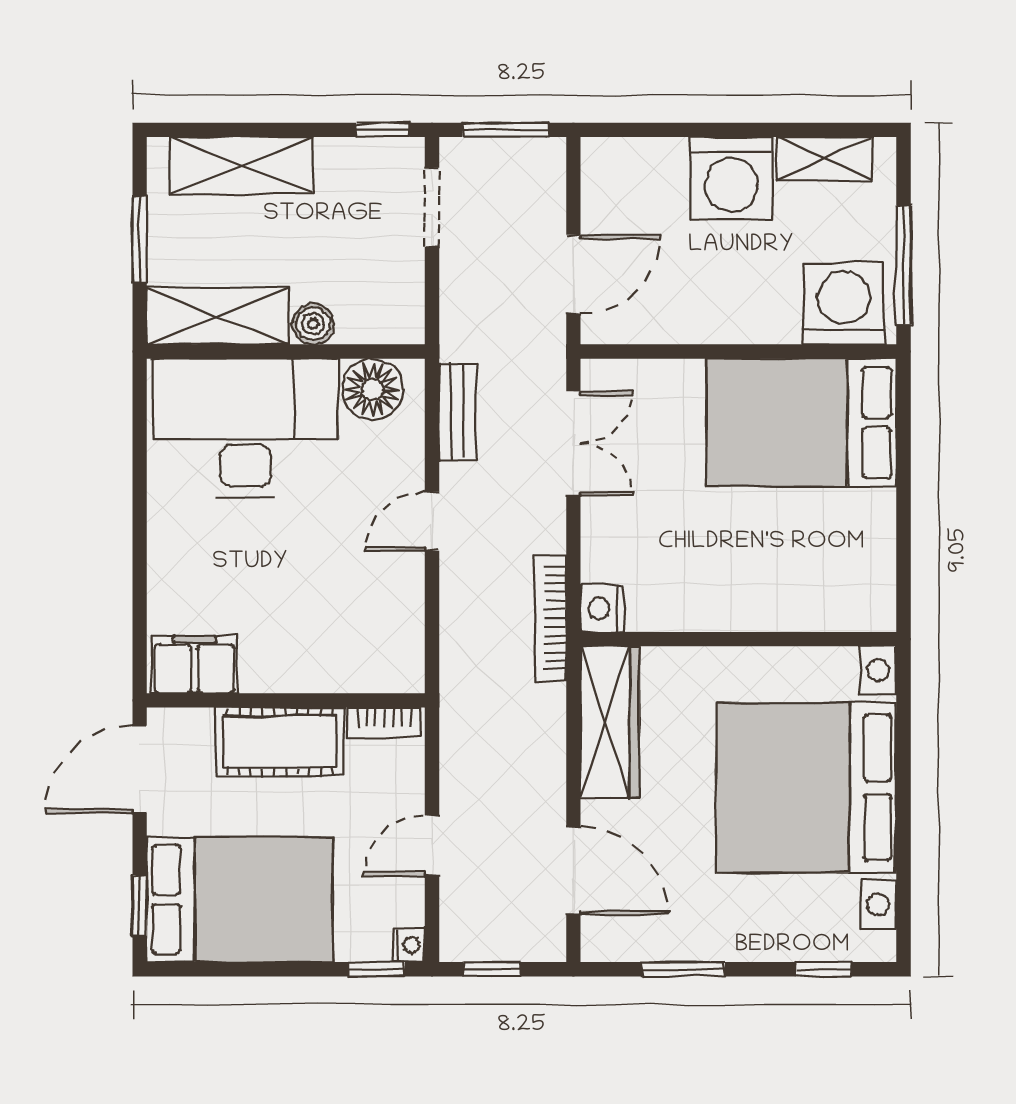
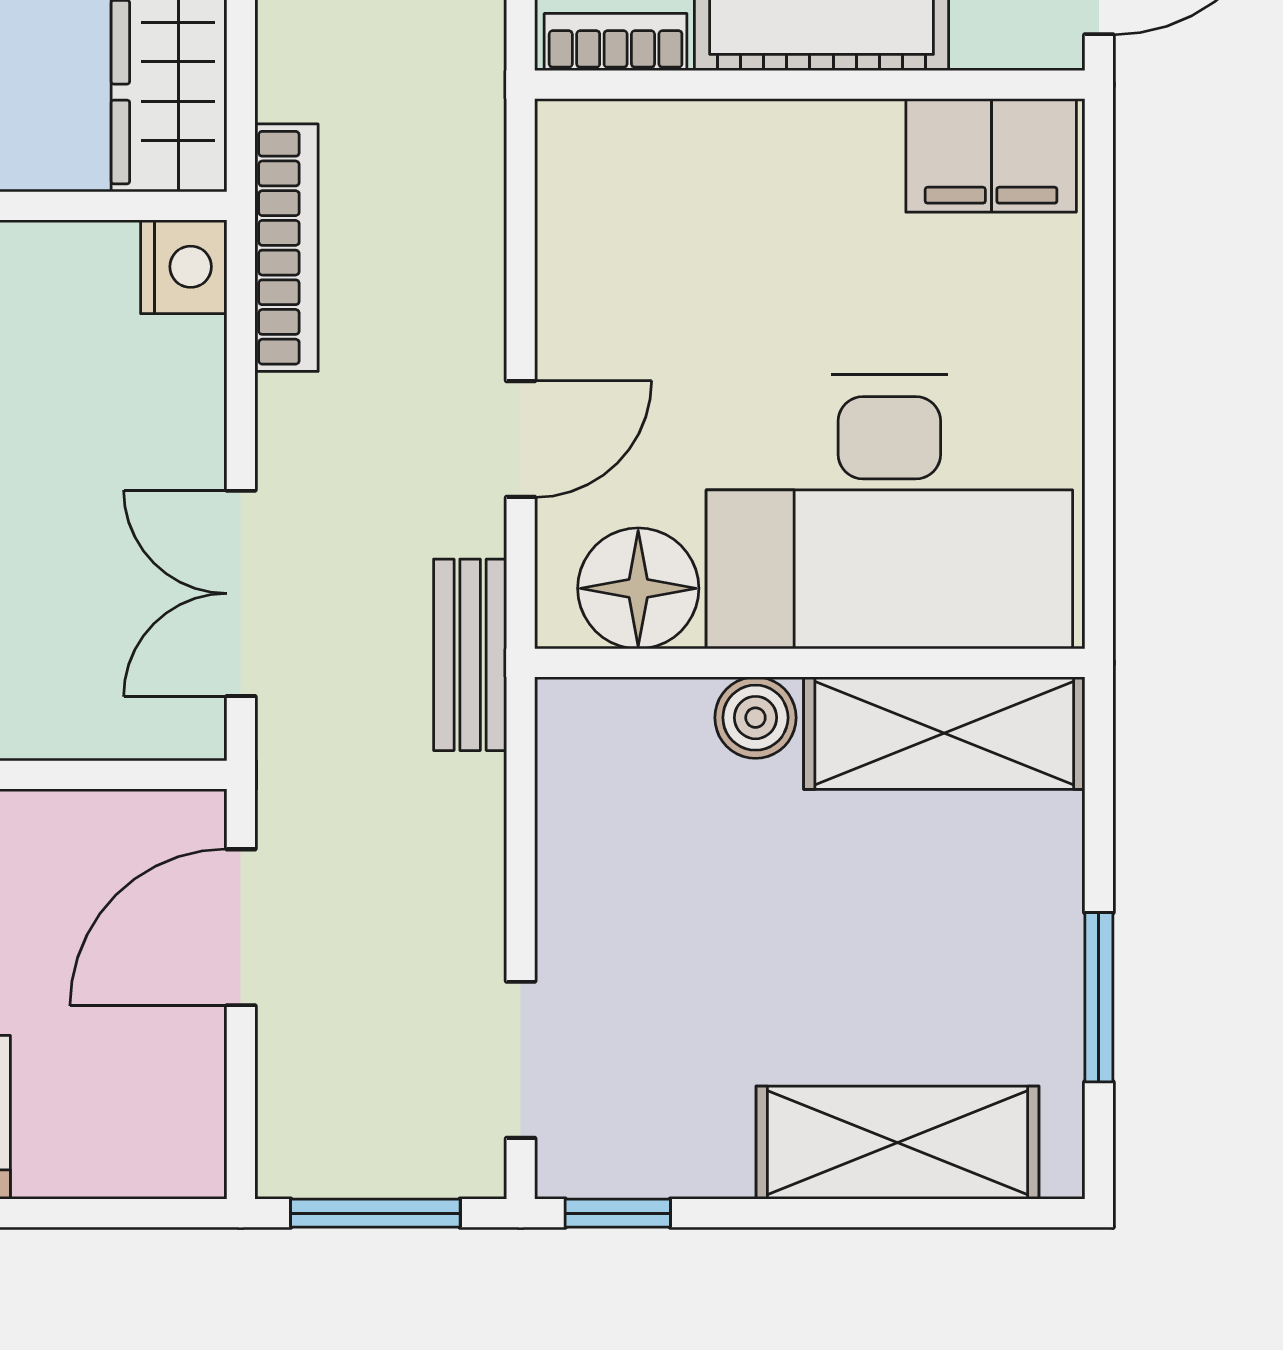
shelving: (218, 316) -> (944, 733), moved
boiler: (313, 324) -> (755, 718), moved
wall: (286, 351) -> (810, 663), moved
floor lamp: (373, 389) -> (638, 588), moved
desk: (246, 428) -> (889, 512), moved

